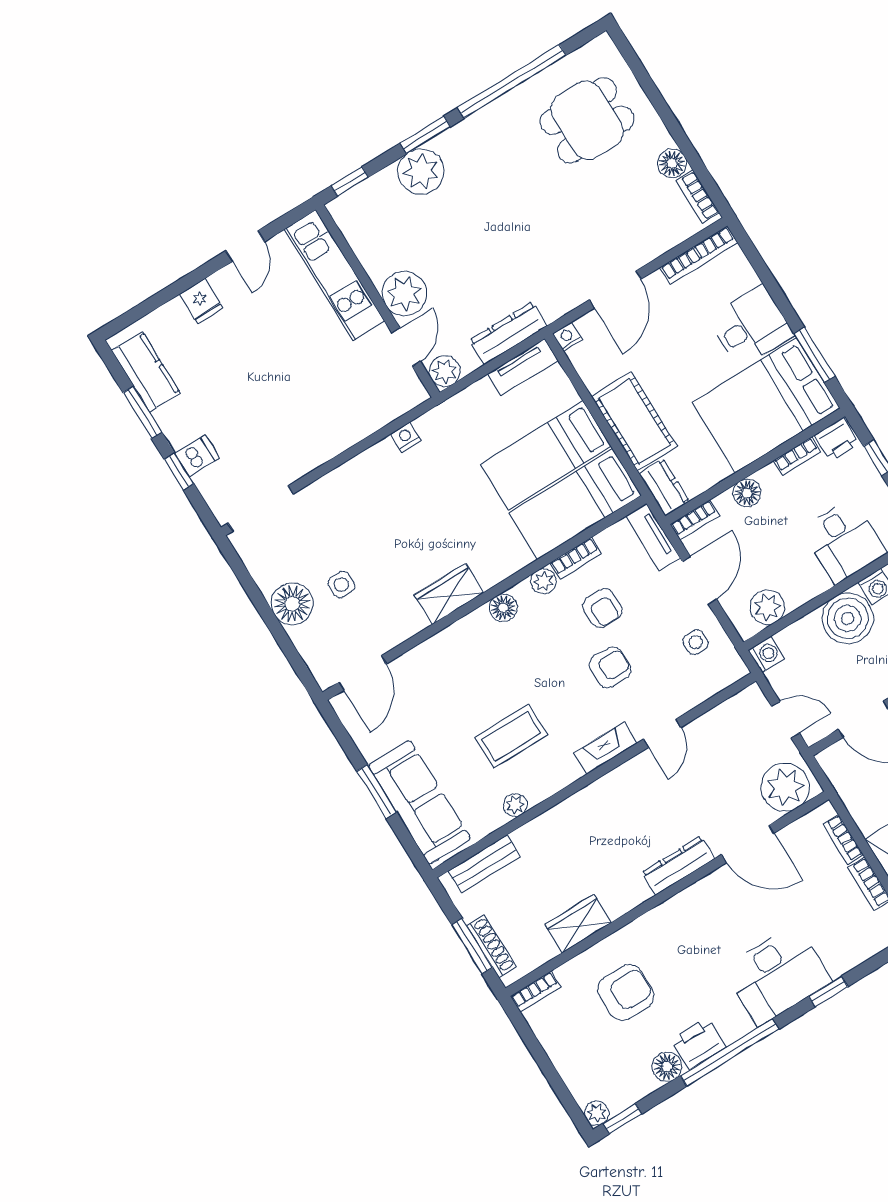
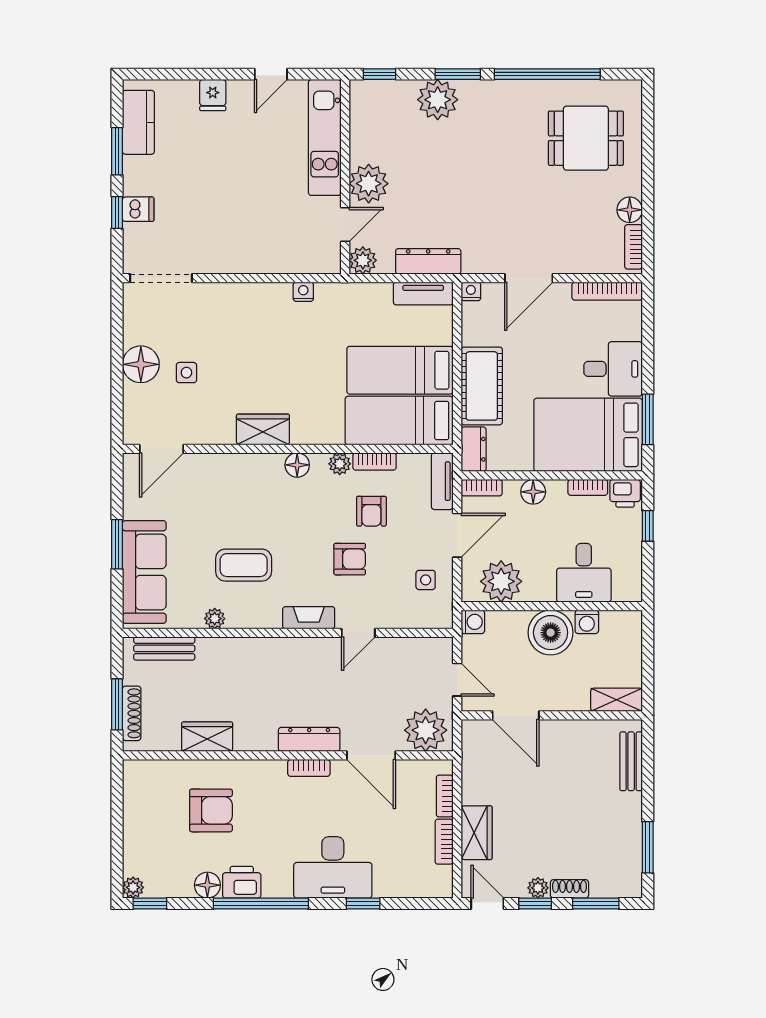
plant: (767, 607) -> (501, 581), width x1.36, depth x1.36
bookcase: (536, 992) -> (309, 768), moved

